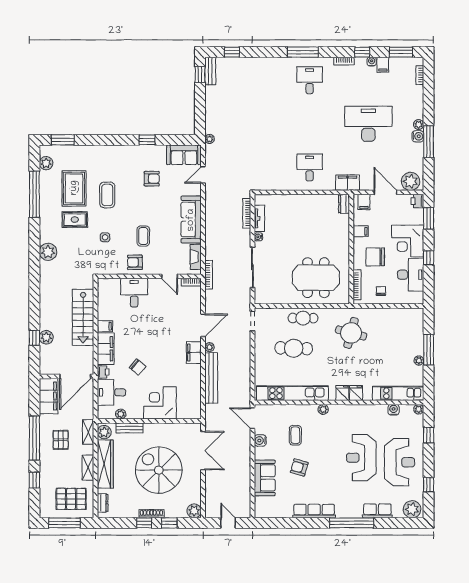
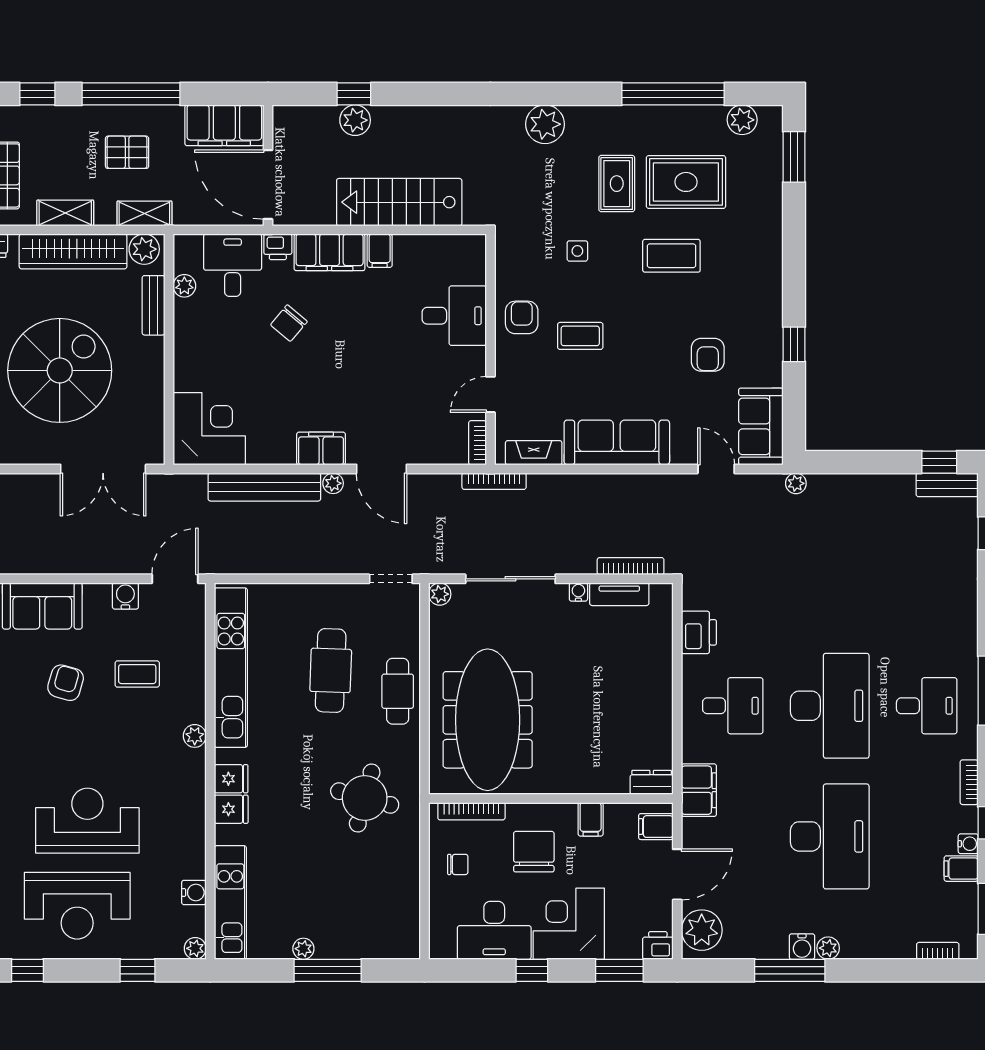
desk: (310, 124) -> (830, 706), added
printer: (277, 183) -> (699, 632), added
meeting table: (316, 278) -> (488, 720), width x1.36
plant: (259, 299) -> (440, 594), added
corner desk: (160, 403) -> (209, 429), moved

